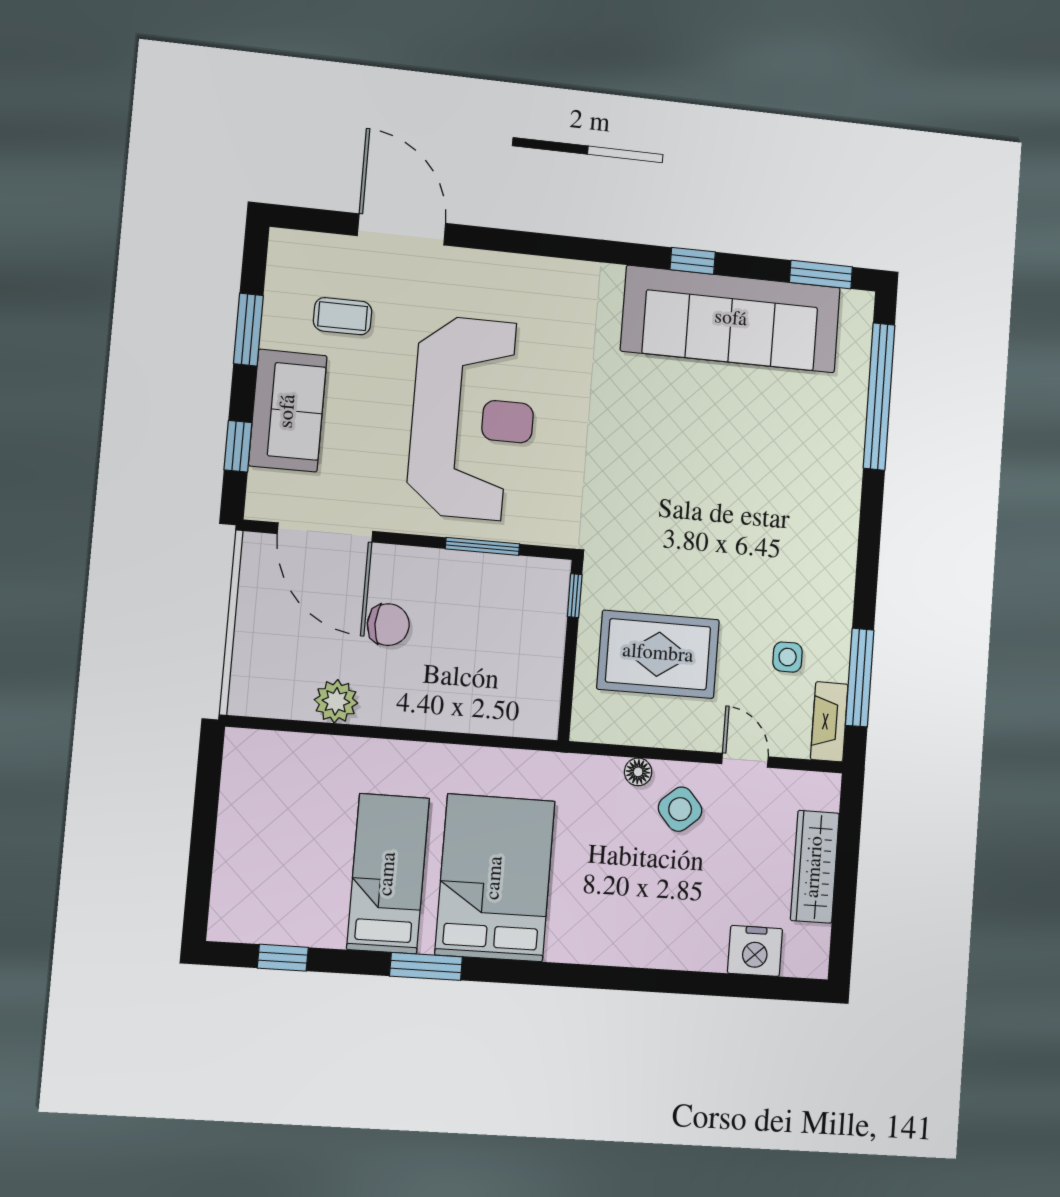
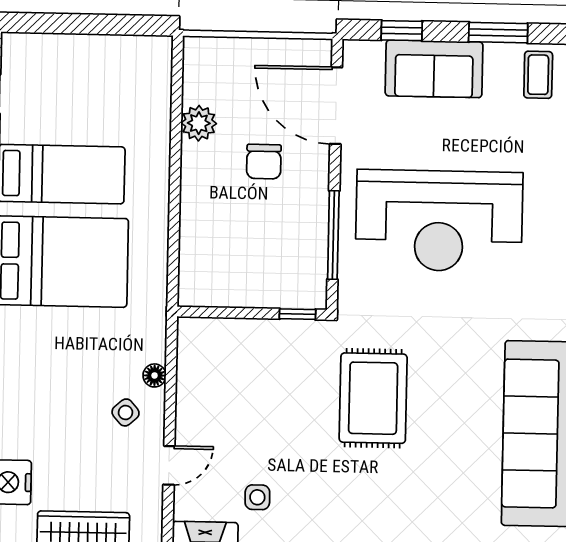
coffee table: (343, 316) -> (538, 75), moved
door: (325, 532) -> (336, 106), hinge flipped
window: (482, 546) -> (333, 235), width x1.44
rug: (658, 654) -> (373, 398), moved
side table: (680, 809) -> (126, 412), width x0.73, depth x0.73

